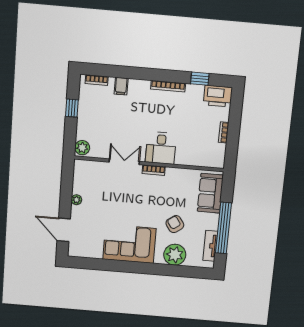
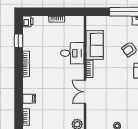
printer: (218, 96) -> (28, 21), width x0.53, depth x0.68
desk: (161, 148) -> (72, 53), moved
sofa: (210, 193) -> (95, 45), moved, turned -90

